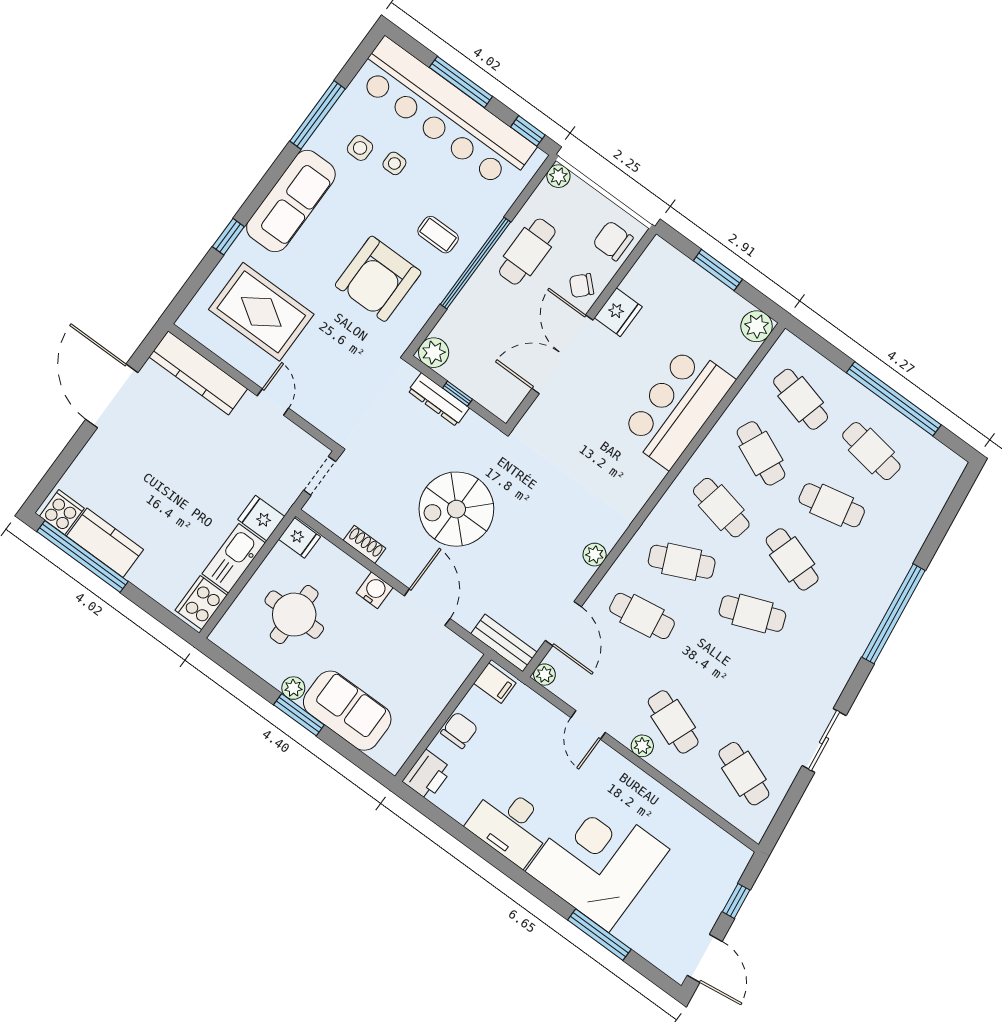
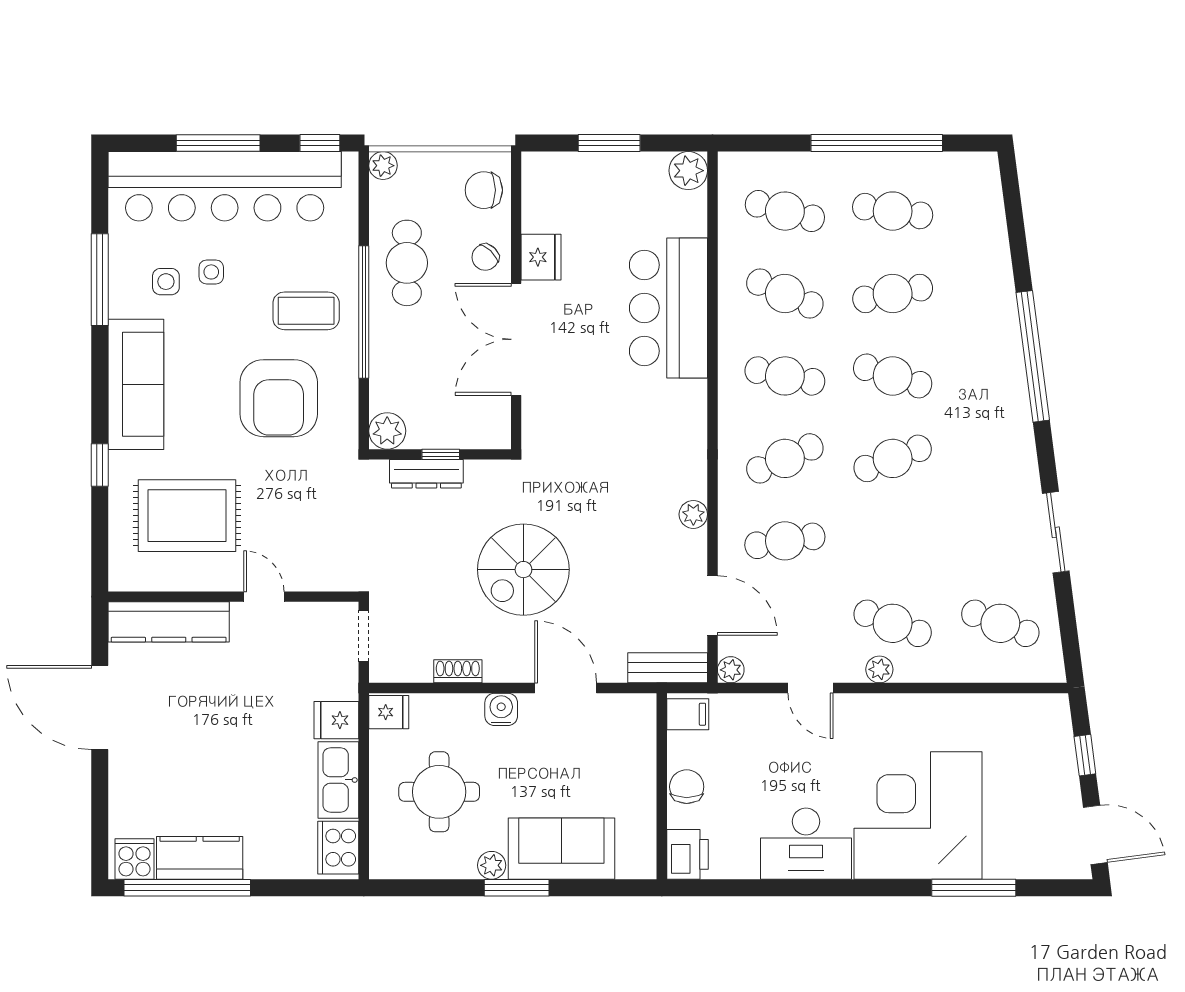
coffee table: (438, 235) -> (306, 311), width x1.36, depth x1.30

